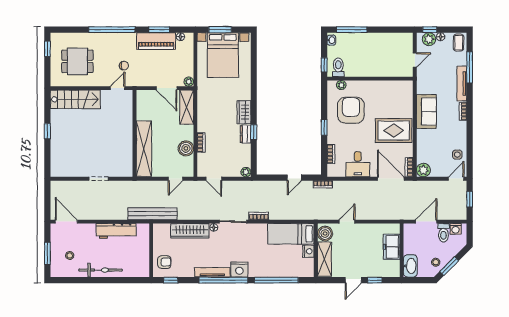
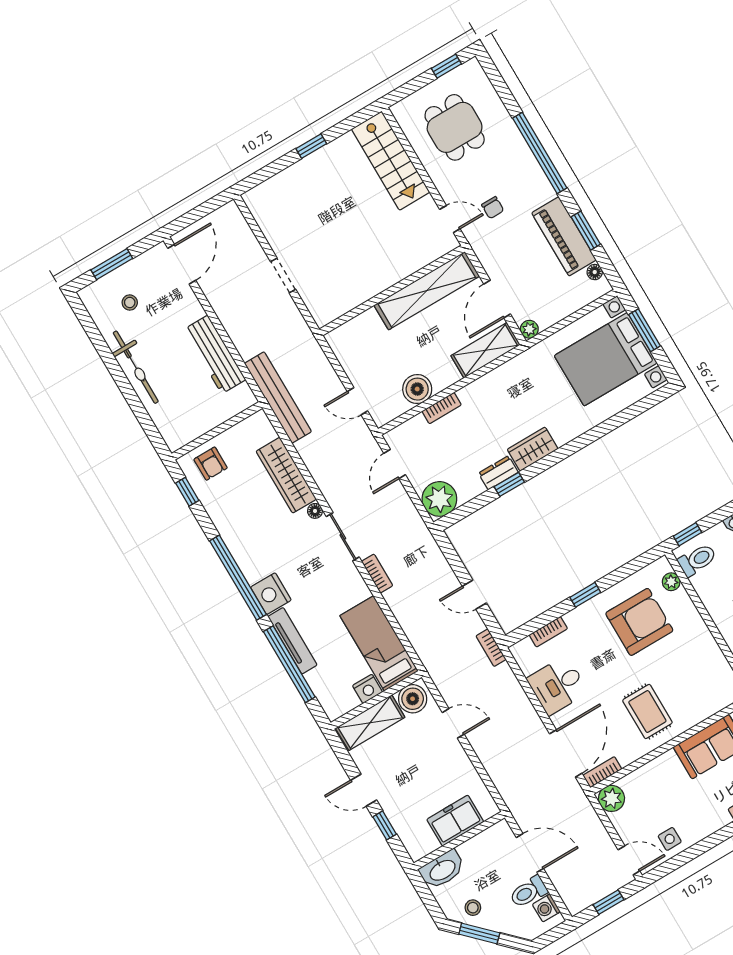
rug: (394, 131) -> (647, 711), width x0.73, depth x0.70
shelving: (144, 149) -> (427, 291), moved
plant: (246, 172) -> (439, 499), width x1.87, depth x1.87
tv unit: (212, 272) -> (292, 641), moved

